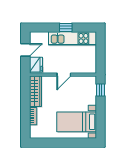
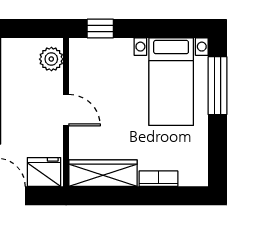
plant: (87, 68) -> (51, 59), added
window: (75, 143) -> (217, 86), added

